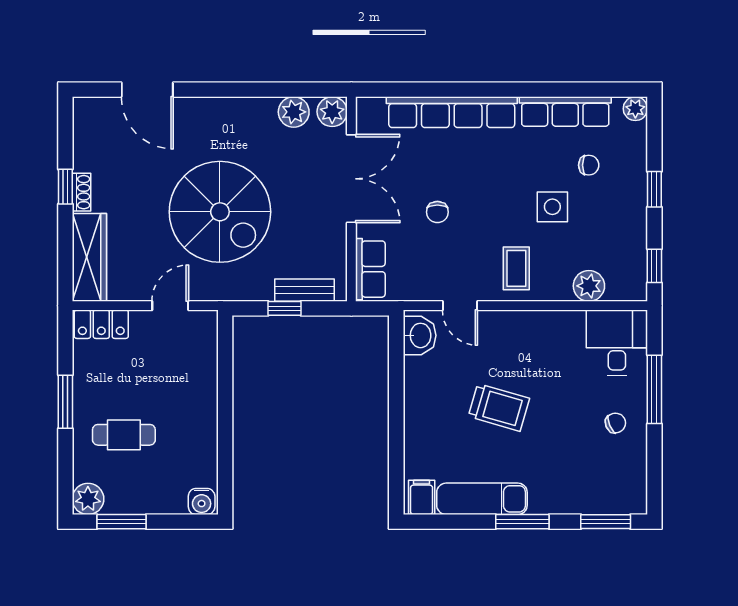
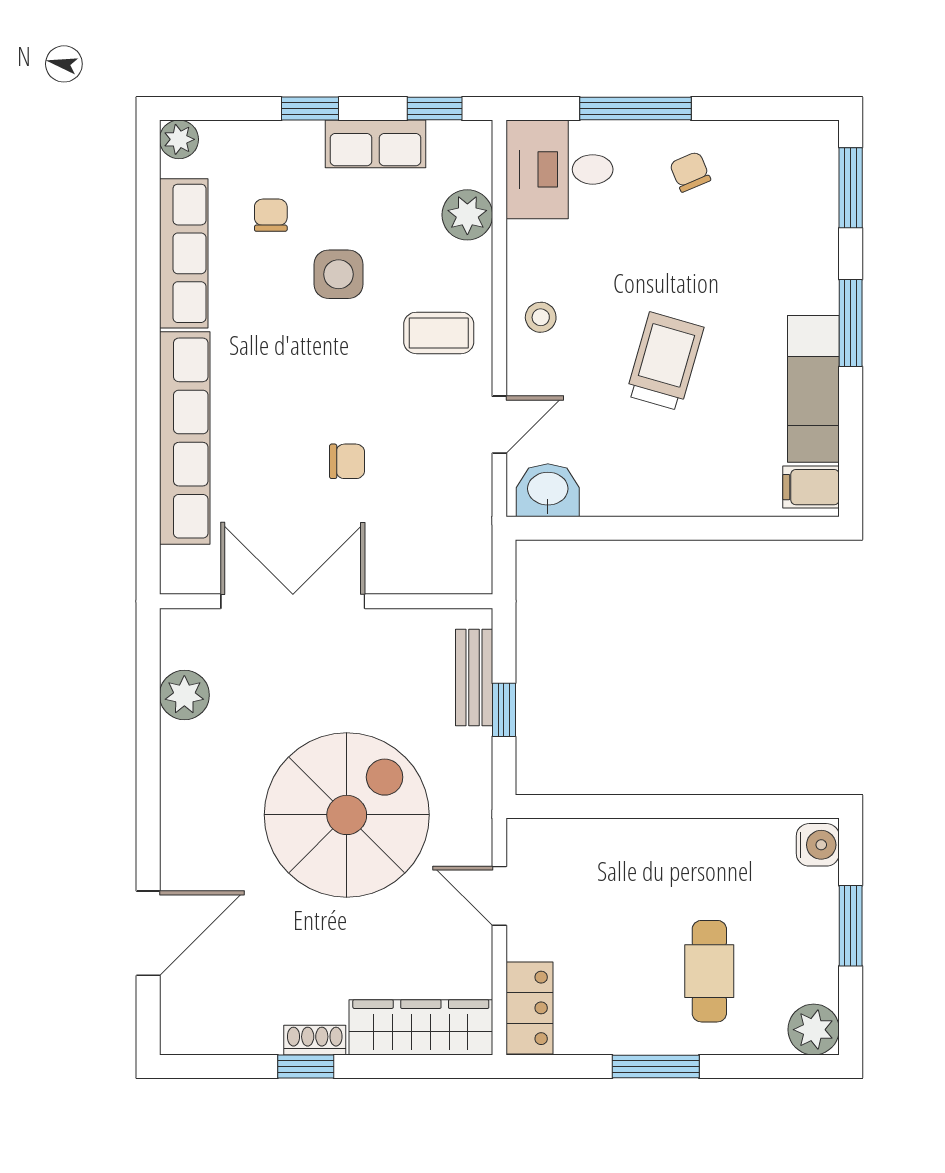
plant: (332, 112) -> (184, 632), removed
row of seats: (370, 269) -> (375, 144), moved, turned 180
stool: (526, 331) -> (541, 317), added
window: (121, 522) -> (851, 926), moved

